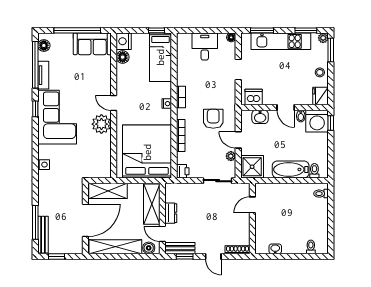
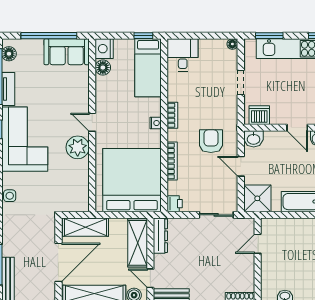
desk: (205, 47) -> (183, 55), moved
washbasin: (260, 117) -> (254, 139), moved
plant: (231, 156) -> (232, 186), removed
dresser: (171, 213) -> (160, 236), moved, width x1.44

